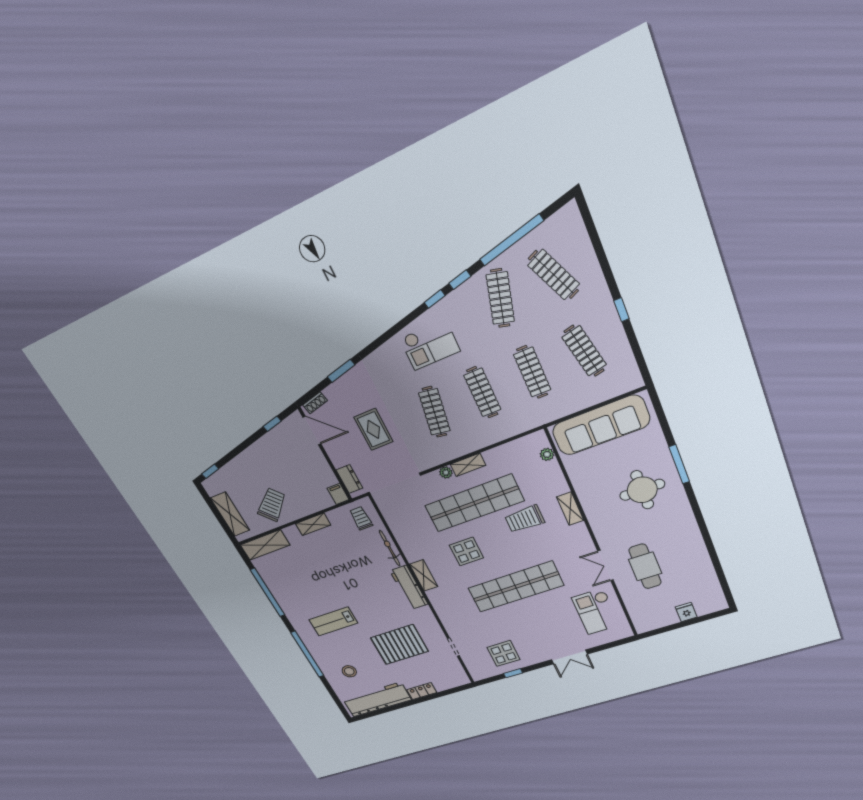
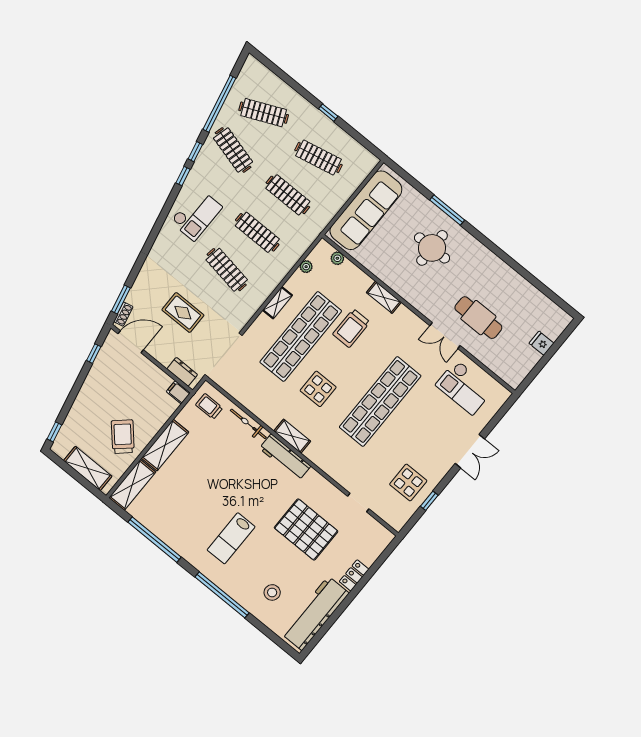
window: (341, 371) -> (121, 300), moved
plant: (446, 473) -> (306, 267), moved
shelving: (313, 524) -> (165, 445), width x1.50, depth x1.33
pallet: (399, 645) -> (306, 530), turned 90

